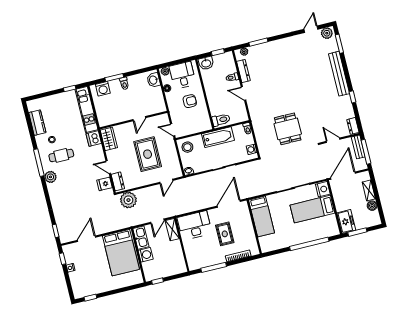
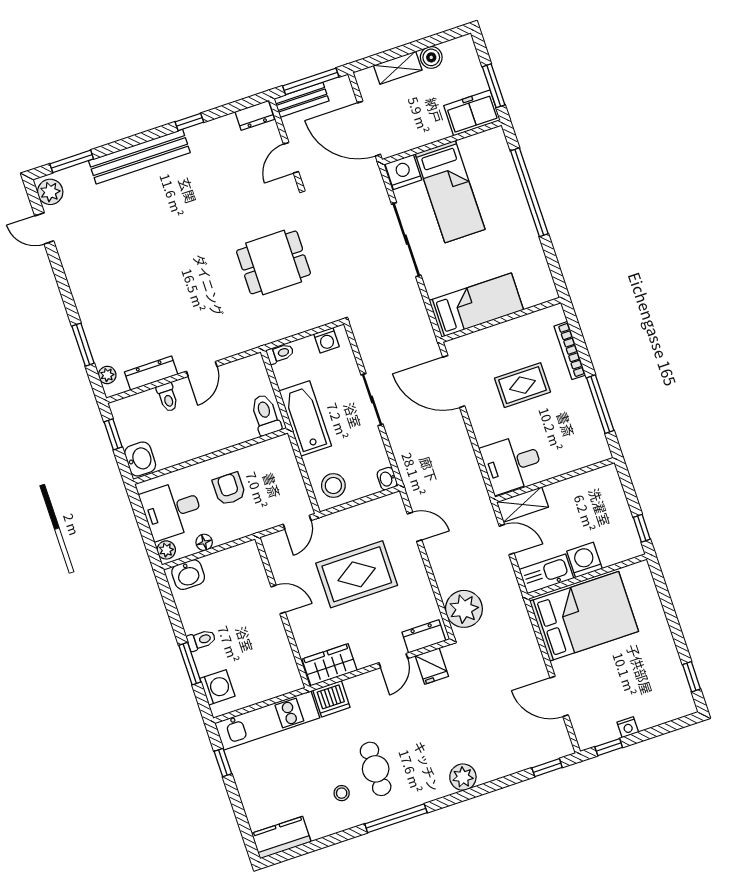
kitchen counter: (37, 123) -> (281, 838), moved
plant: (50, 177) -> (463, 777), moved
desk: (195, 226) -> (512, 464), width x0.73

